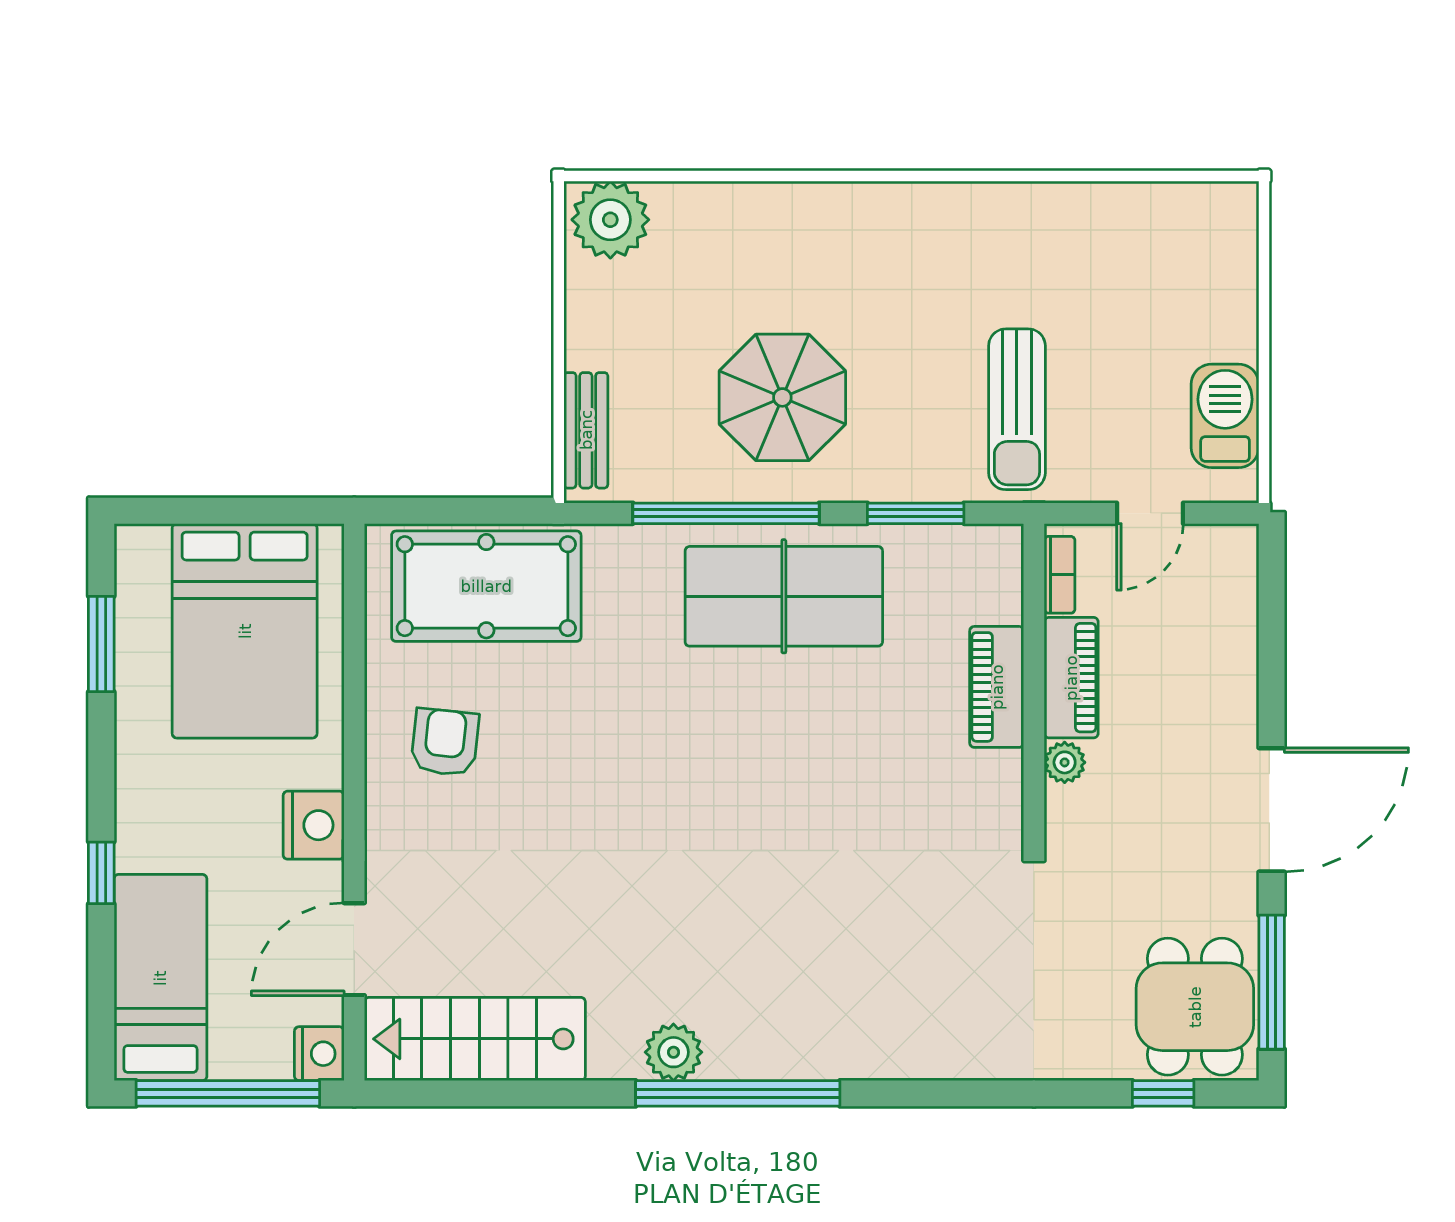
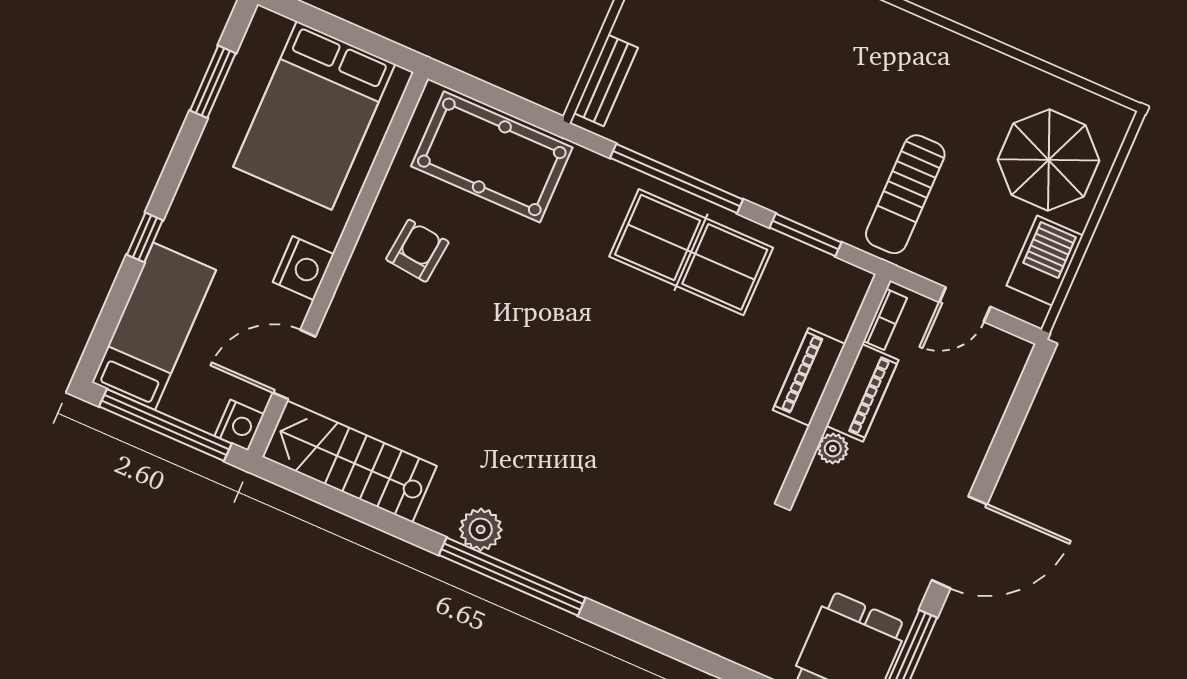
parasol: (782, 397) -> (1049, 160), moved

